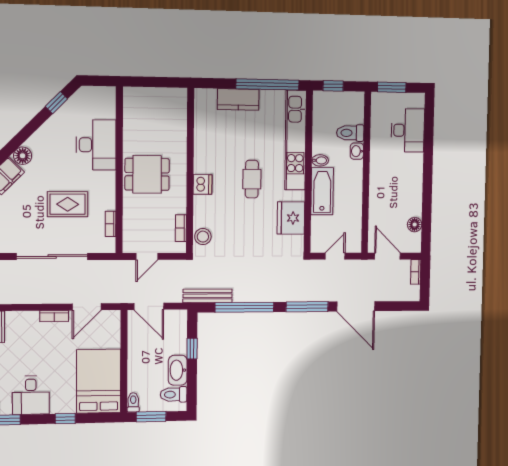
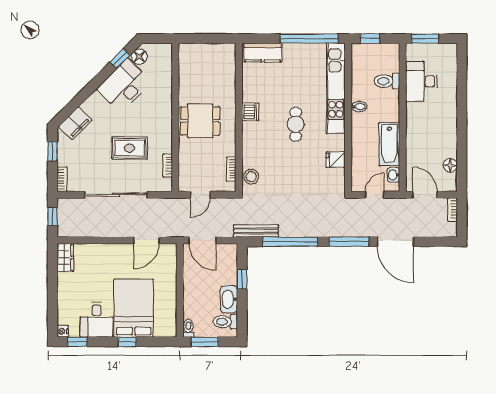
kitchen counter: (238, 99) -> (263, 53), moved
desk: (408, 130) -> (421, 81), moved, turned 180
desk: (96, 145) -> (124, 86), moved, turned -135
washbasin: (357, 151) -> (393, 175), moved
floor lamp: (23, 156) -> (139, 57), moved
dishwasher: (202, 184) -> (250, 112), moved
bathtub: (322, 191) -> (389, 144), moved, turned 180
fridge: (291, 218) -> (336, 160), width x0.53, depth x0.75
bookcase: (54, 316) -> (117, 248), removed
bed: (99, 381) -> (134, 308), moved

